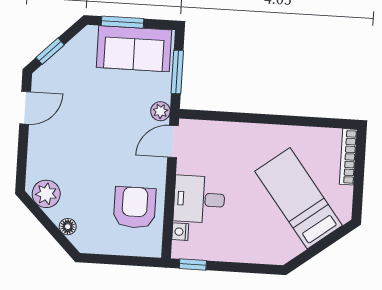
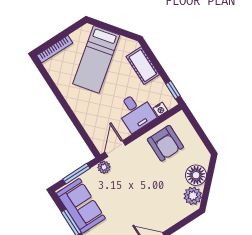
door: (173, 142) -> (115, 149), swing flipped
armchair: (135, 208) -> (165, 143), turned -90
floor lamp: (68, 227) -> (196, 175), width x1.89, depth x1.89
cot: (249, 249) -> (143, 66), added

